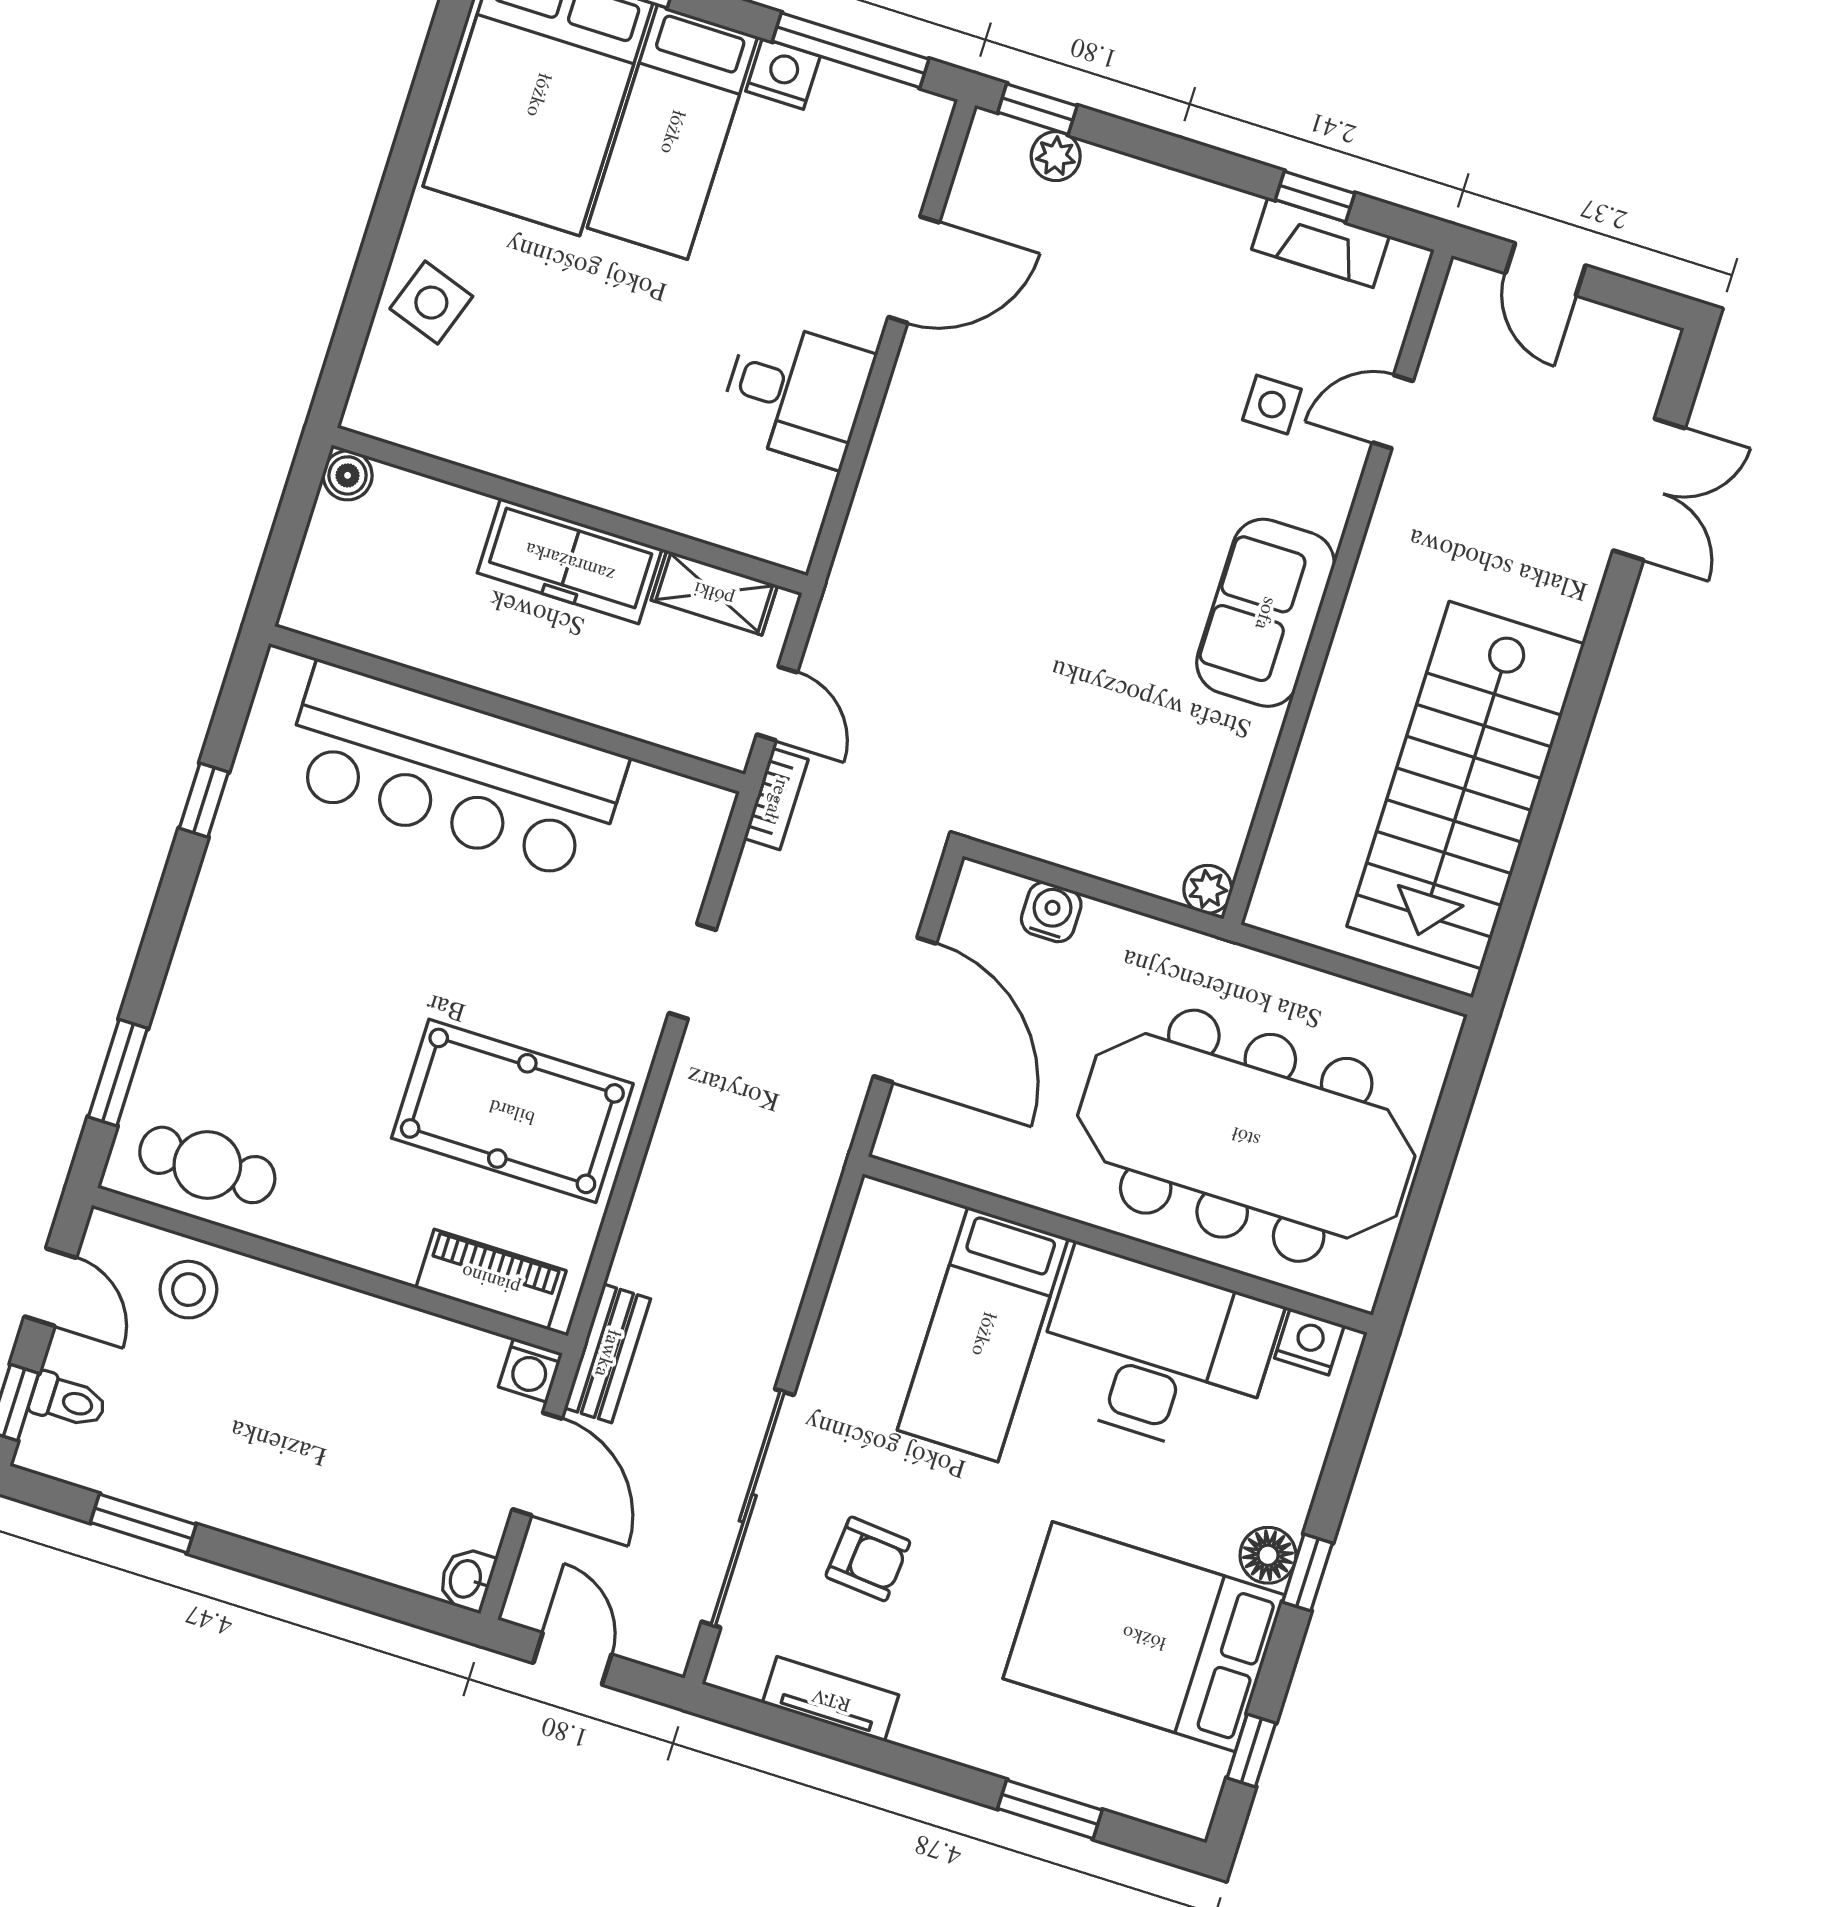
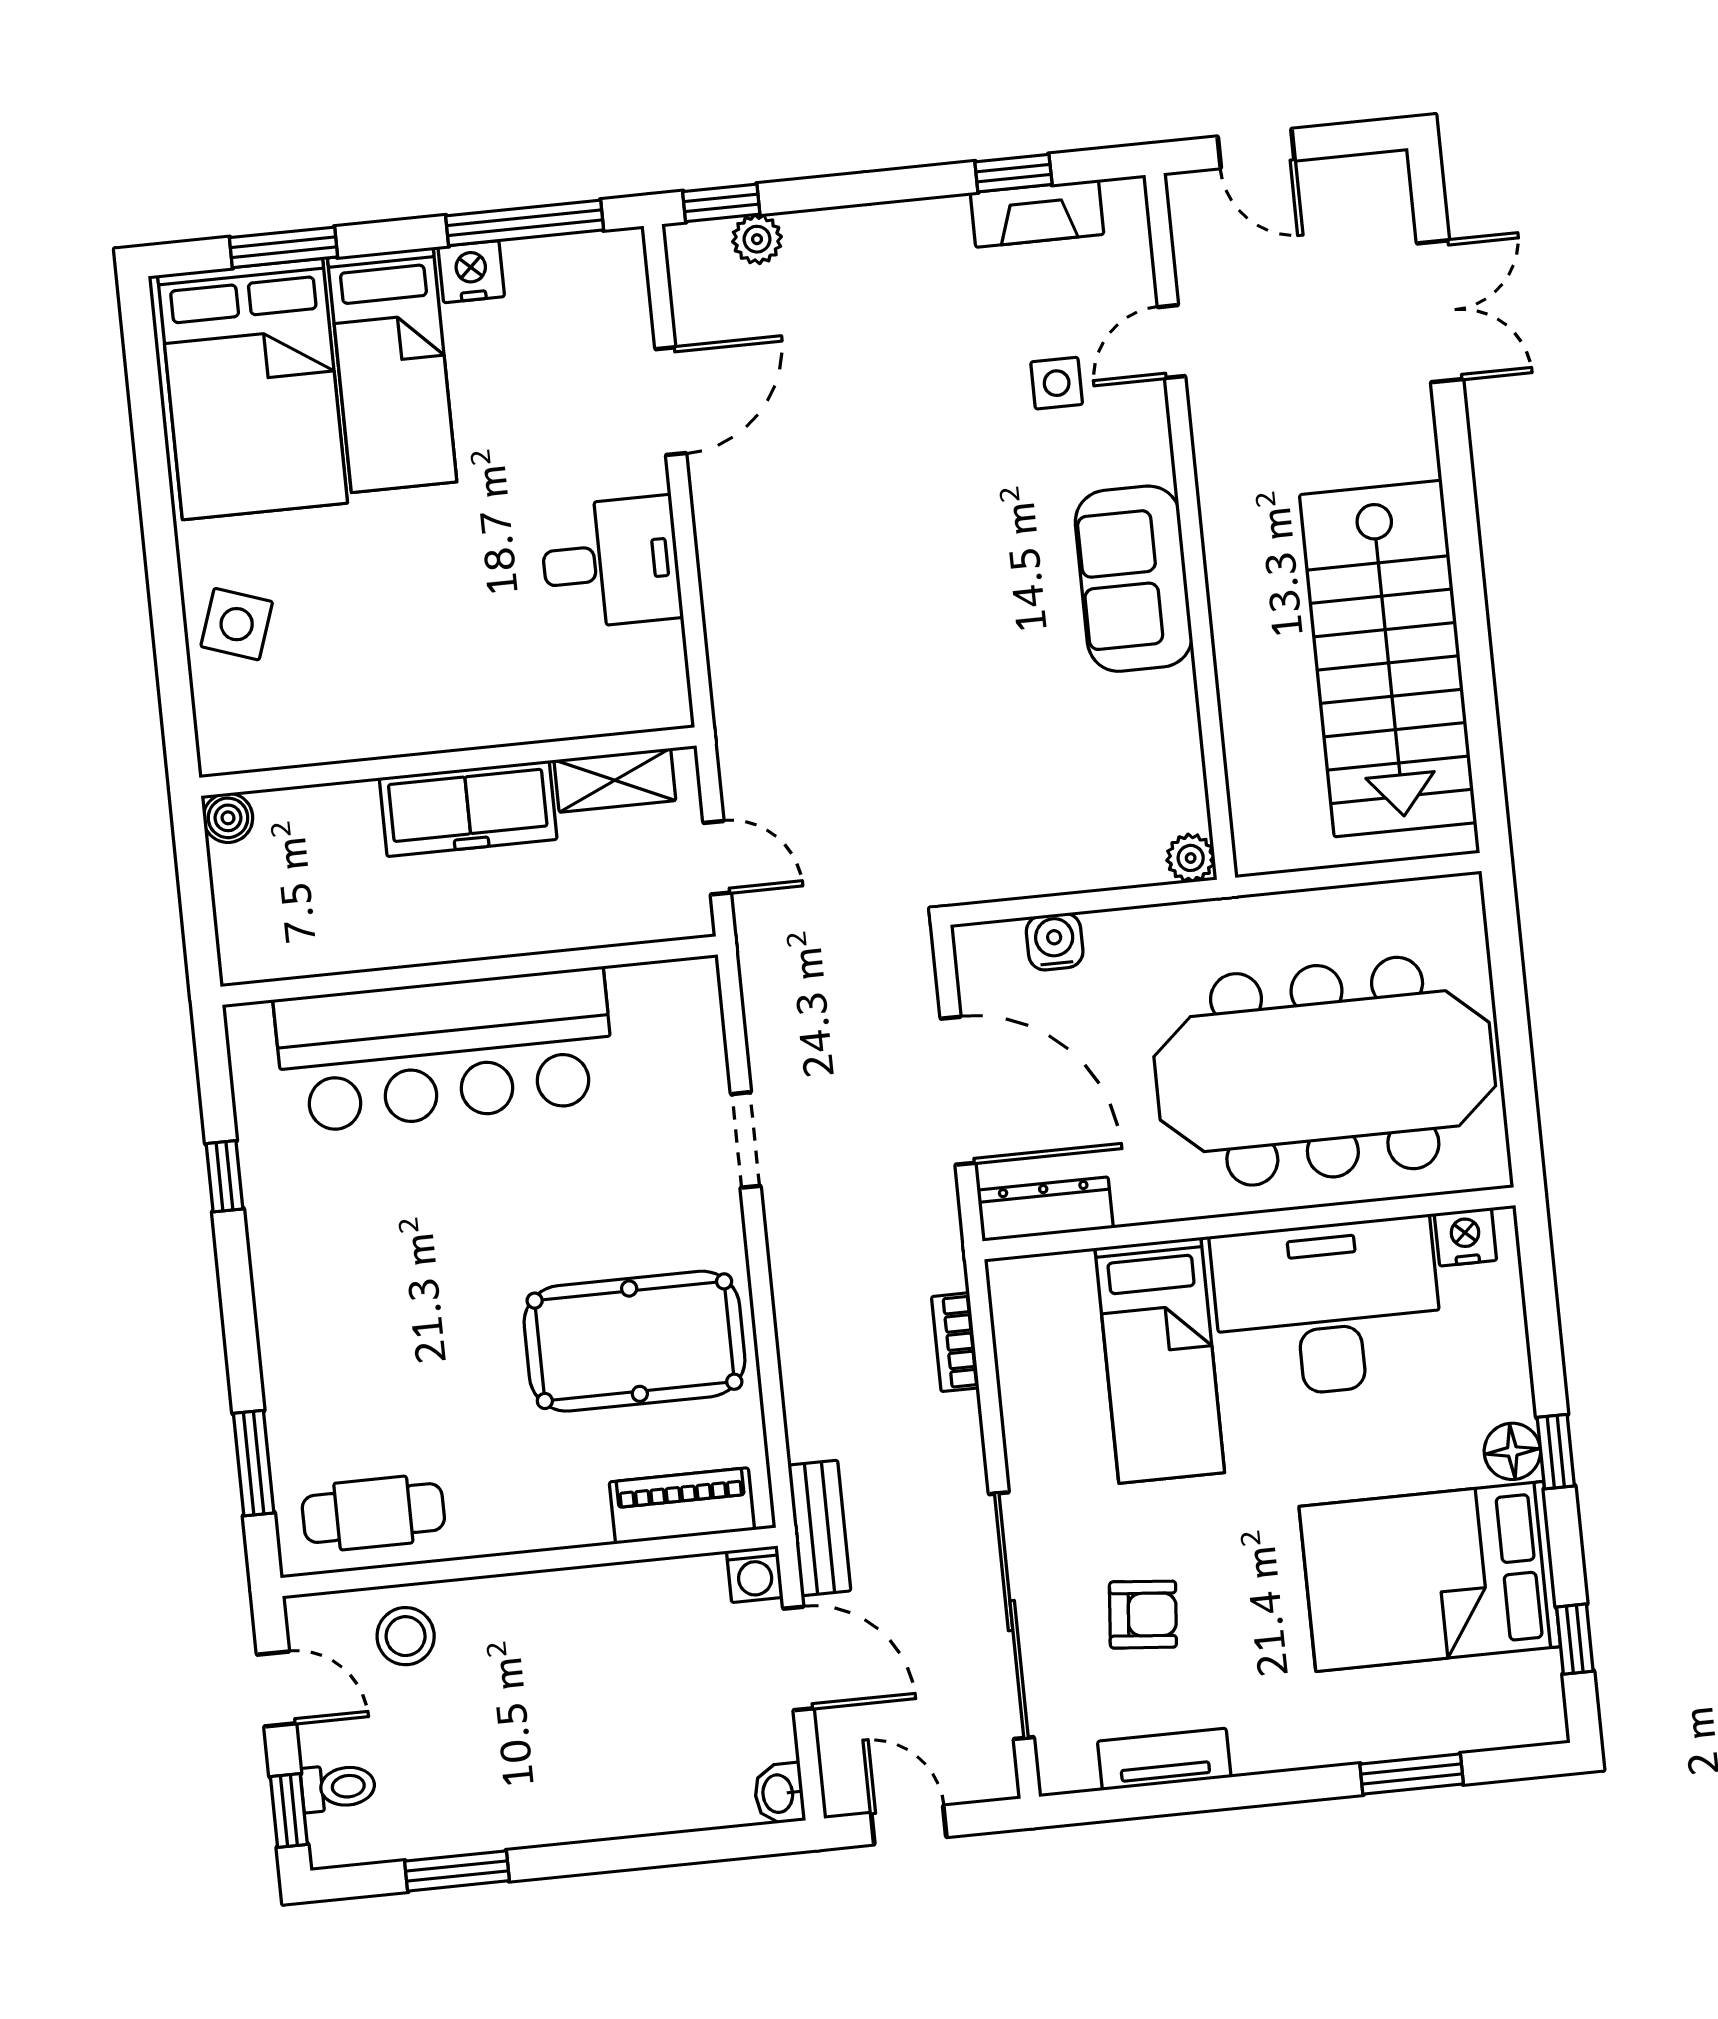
bookcase: (776, 799) -> (955, 1342), moved, turned 180
dresser: (938, 1152) -> (1045, 1209), added

